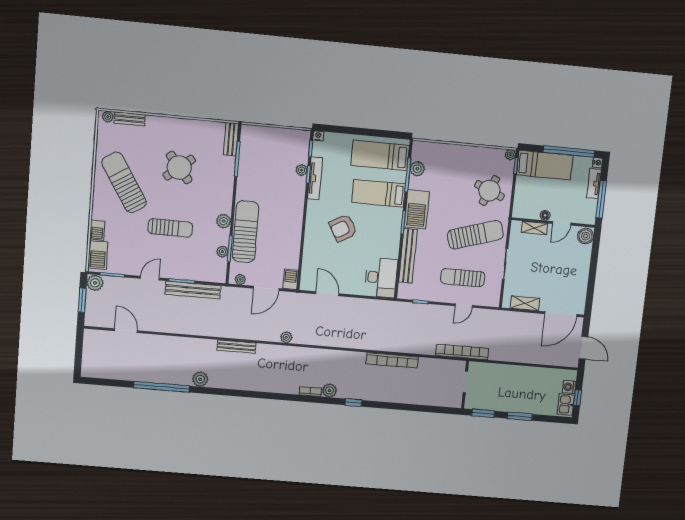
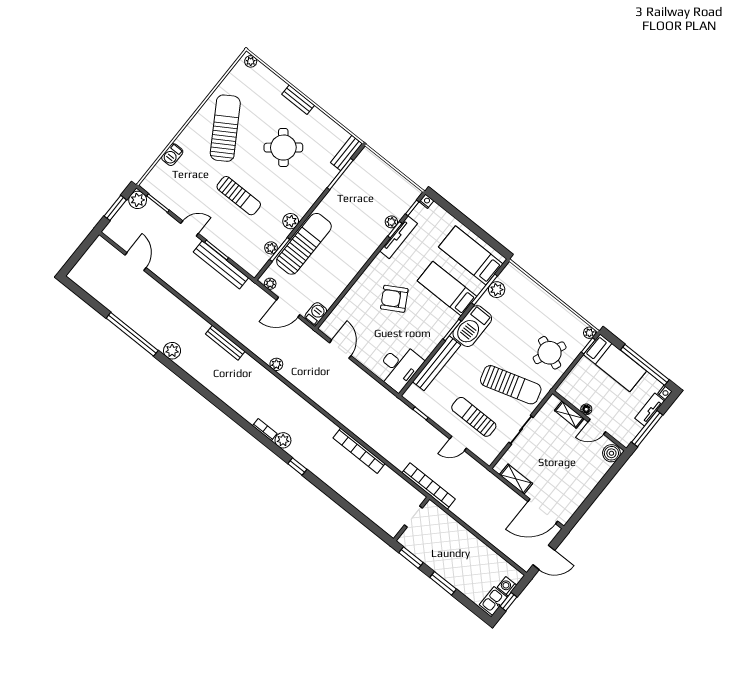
bench: (130, 119) -> (298, 100), moved
barbecue: (98, 255) -> (157, 177), removed
door: (583, 348) -> (544, 558), hinge flipped

